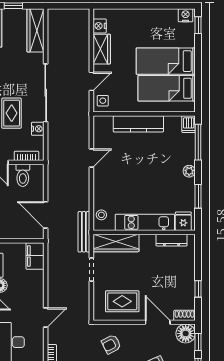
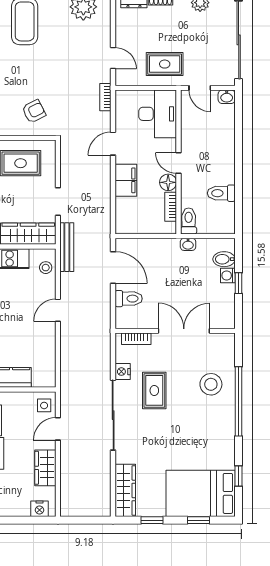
nightstand: (100, 26) -> (39, 509), moved, turned 90
door: (91, 158) -> (58, 310), moved
toilet: (23, 175) -> (129, 299), moved, turned 90
filing cabinet: (35, 256) -> (126, 180), moved

